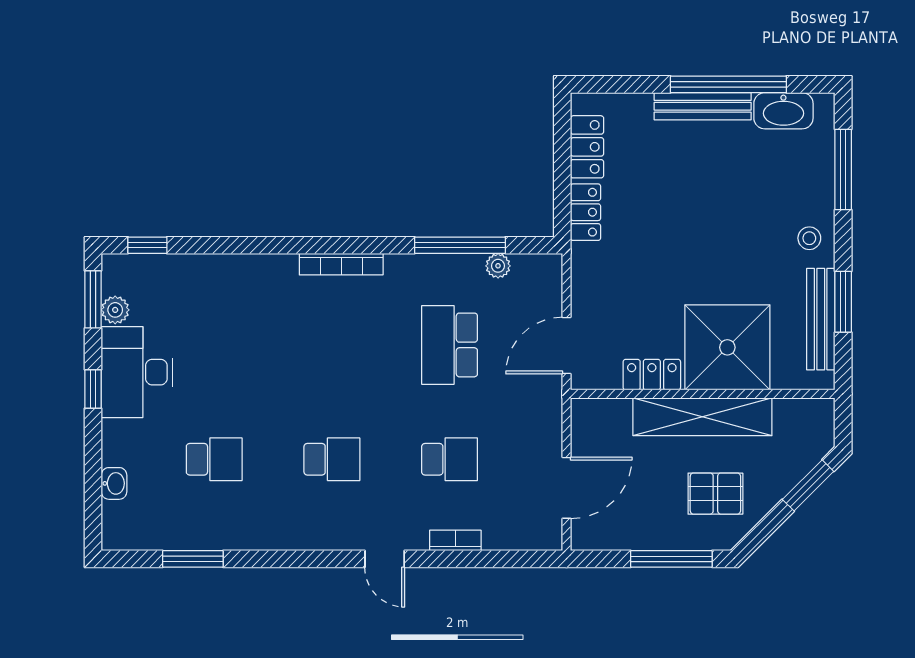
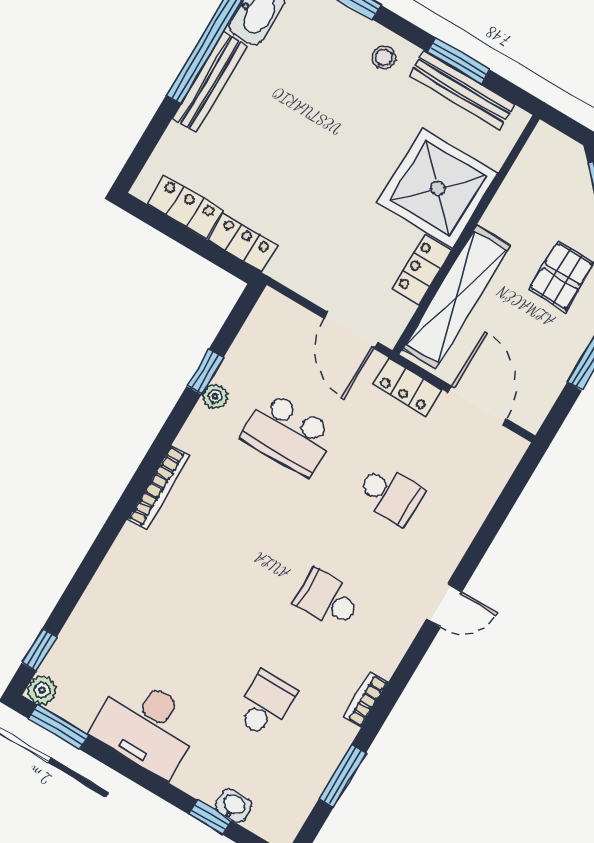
window: (460, 245) -> (205, 372), width x0.46
plant: (498, 266) -> (215, 396), moved
plant: (115, 310) -> (42, 690), moved
window: (93, 389) -> (210, 817), moved
shelving: (702, 417) -> (456, 297), moved
locker: (547, 420) -> (407, 387), added
school desk: (332, 459) -> (327, 599), turned -90
school desk: (450, 459) -> (390, 495), turned 90
bookcase: (455, 540) -> (366, 700), moved

